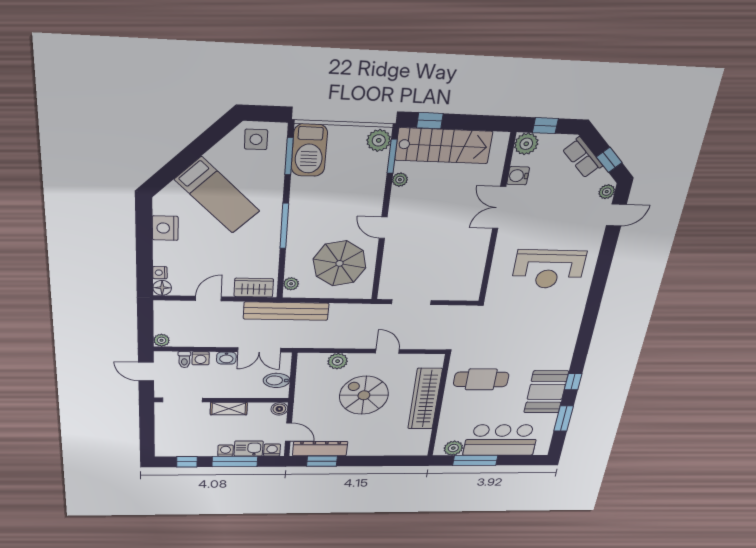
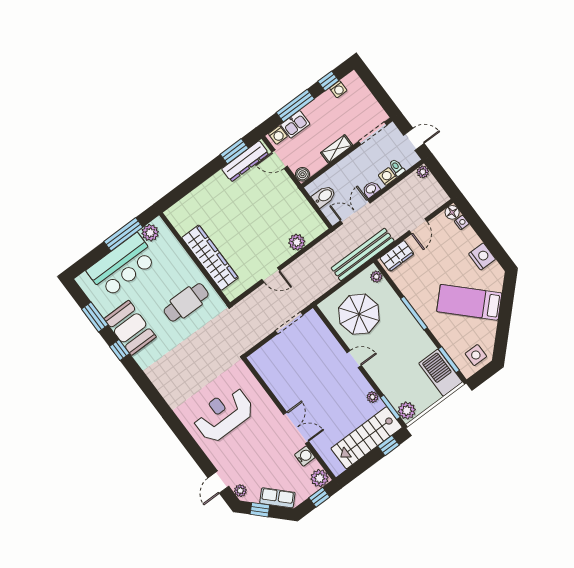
spiral stairs: (364, 395) -> (255, 229), removed
washing machine: (225, 451) -> (338, 89), moved

